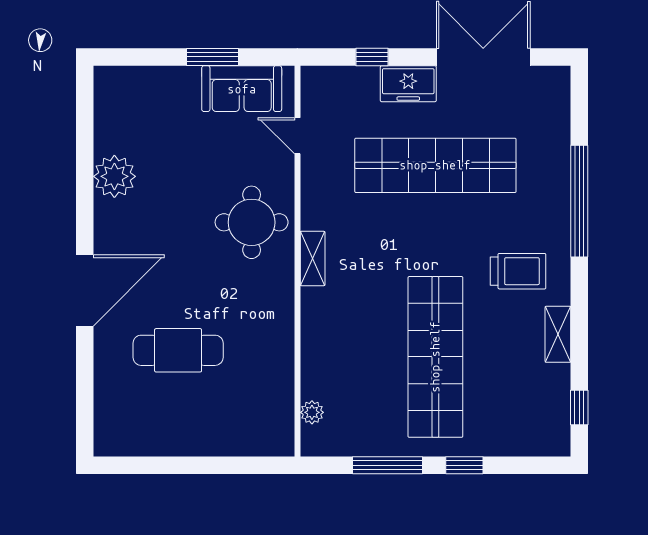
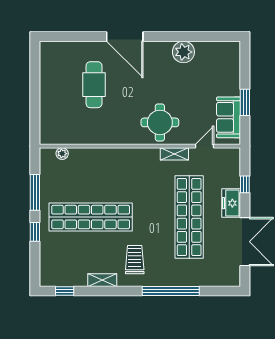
shelving: (313, 259) -> (174, 154), moved
trolley: (518, 271) -> (135, 260), turned 180

